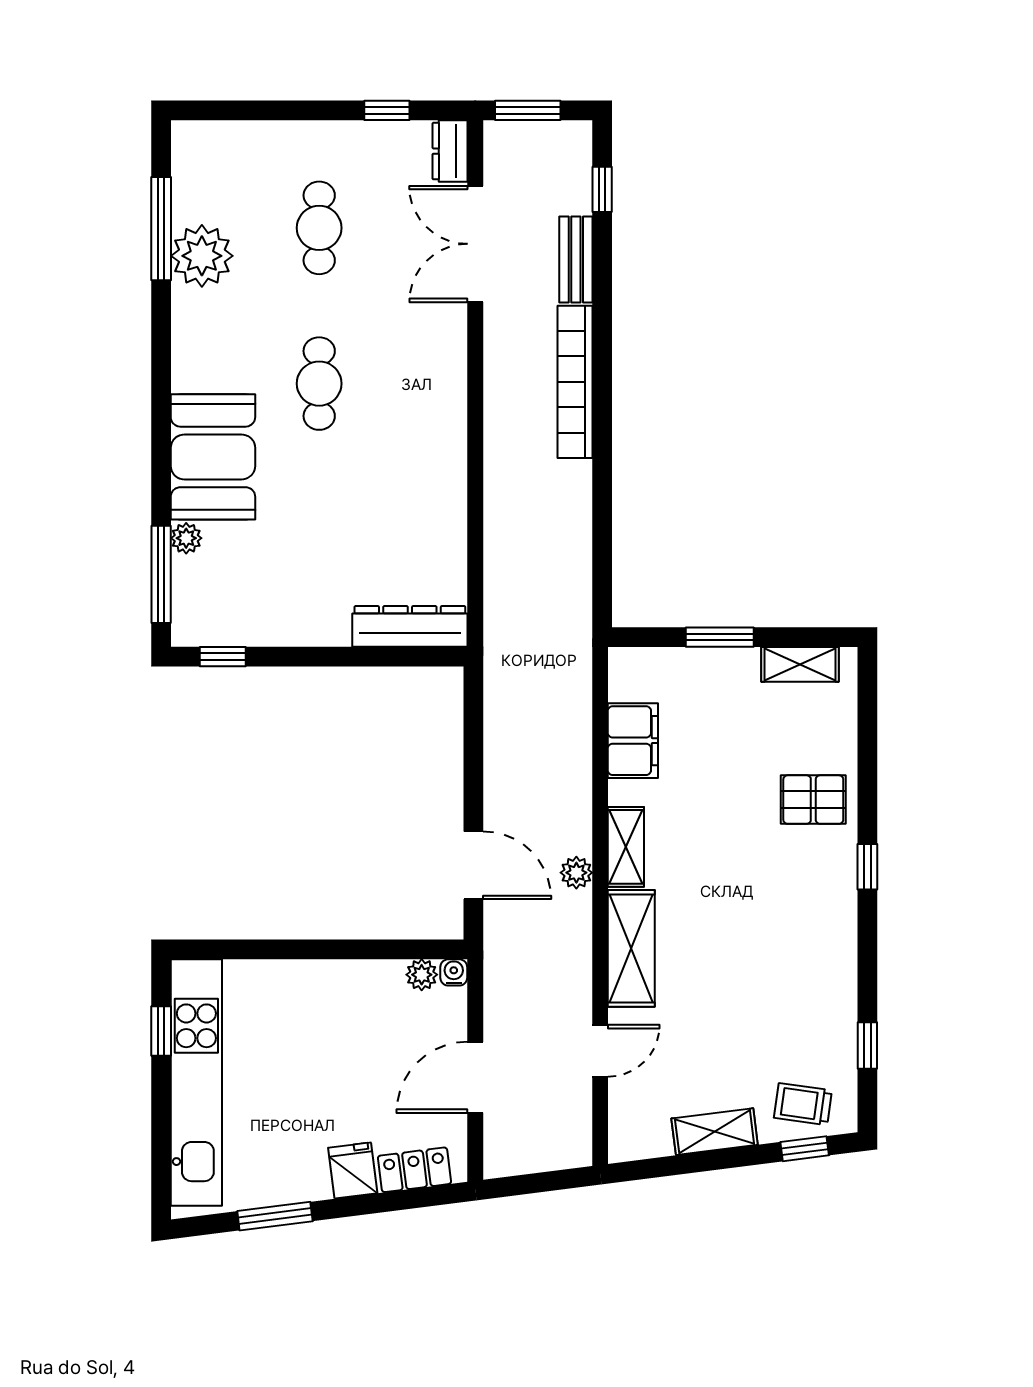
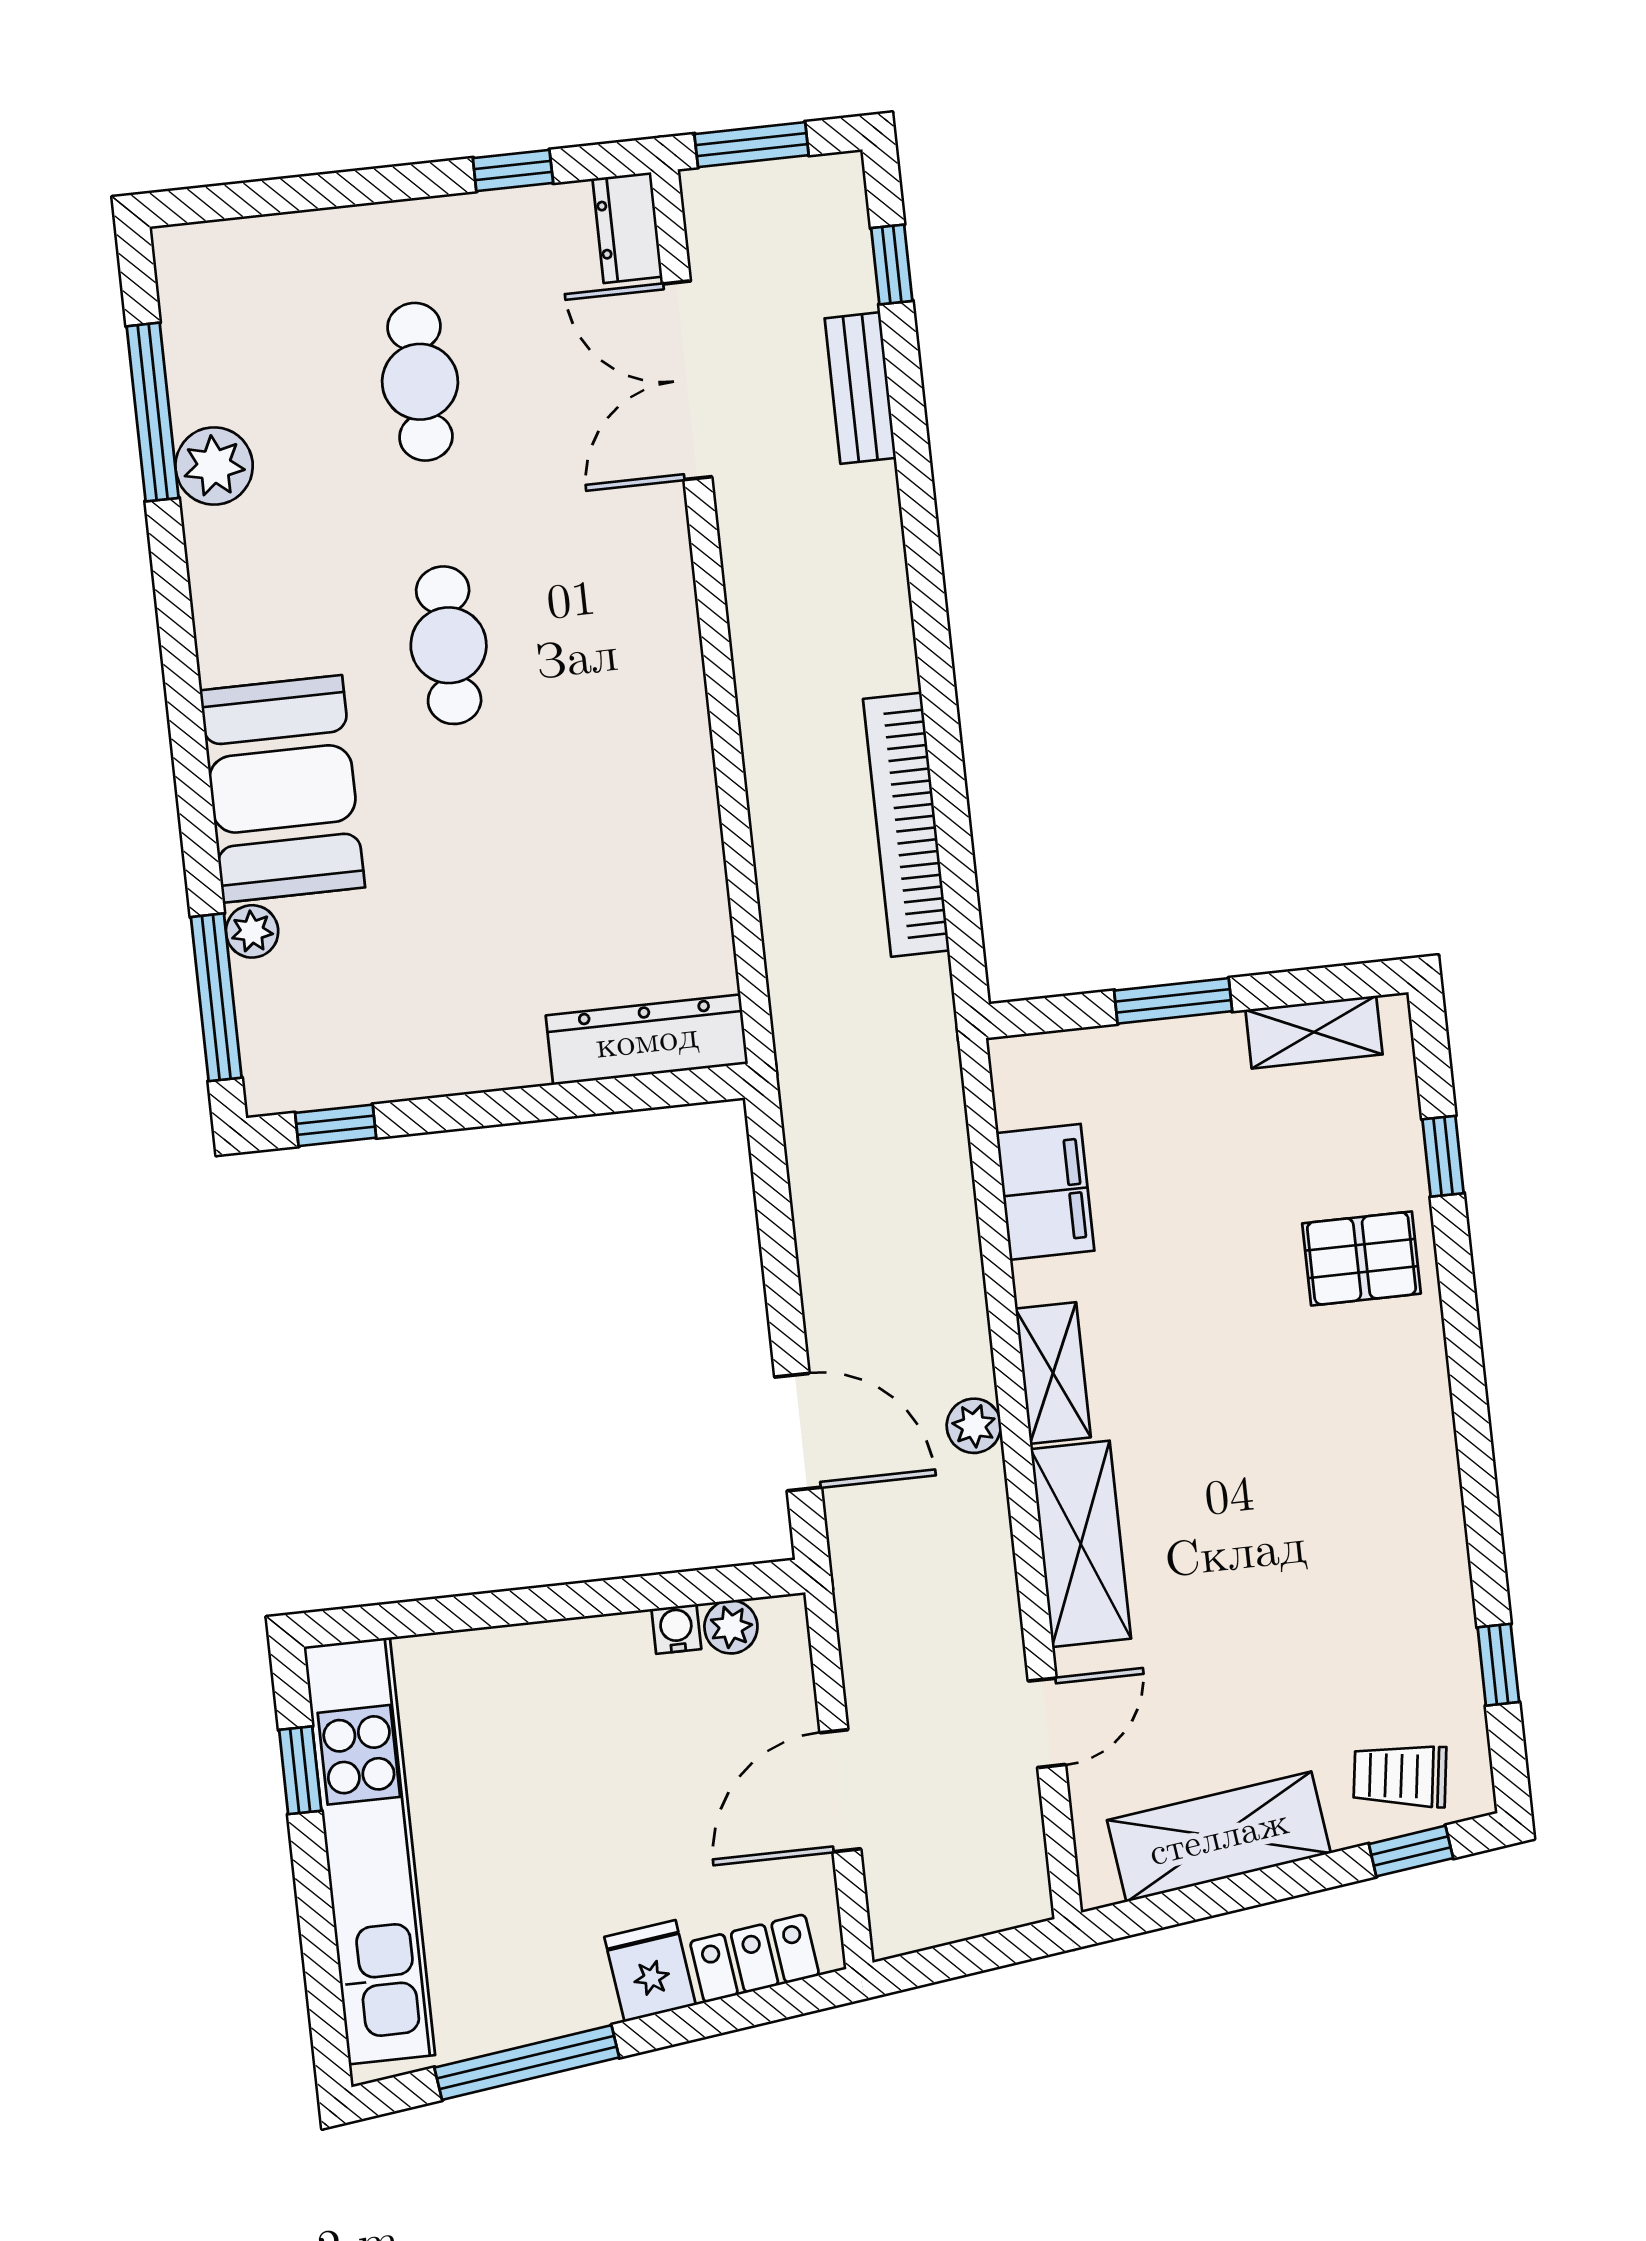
plant: (202, 256) -> (214, 466), width x0.73, depth x0.73
bookcase: (575, 382) -> (906, 825), moved
window: (867, 867) -> (1443, 1156), moved
water cooler: (454, 972) -> (676, 1629), moved
shelving: (715, 1132) -> (1219, 1837), width x1.50, depth x1.33
window: (275, 1216) -> (527, 2063), width x1.44

